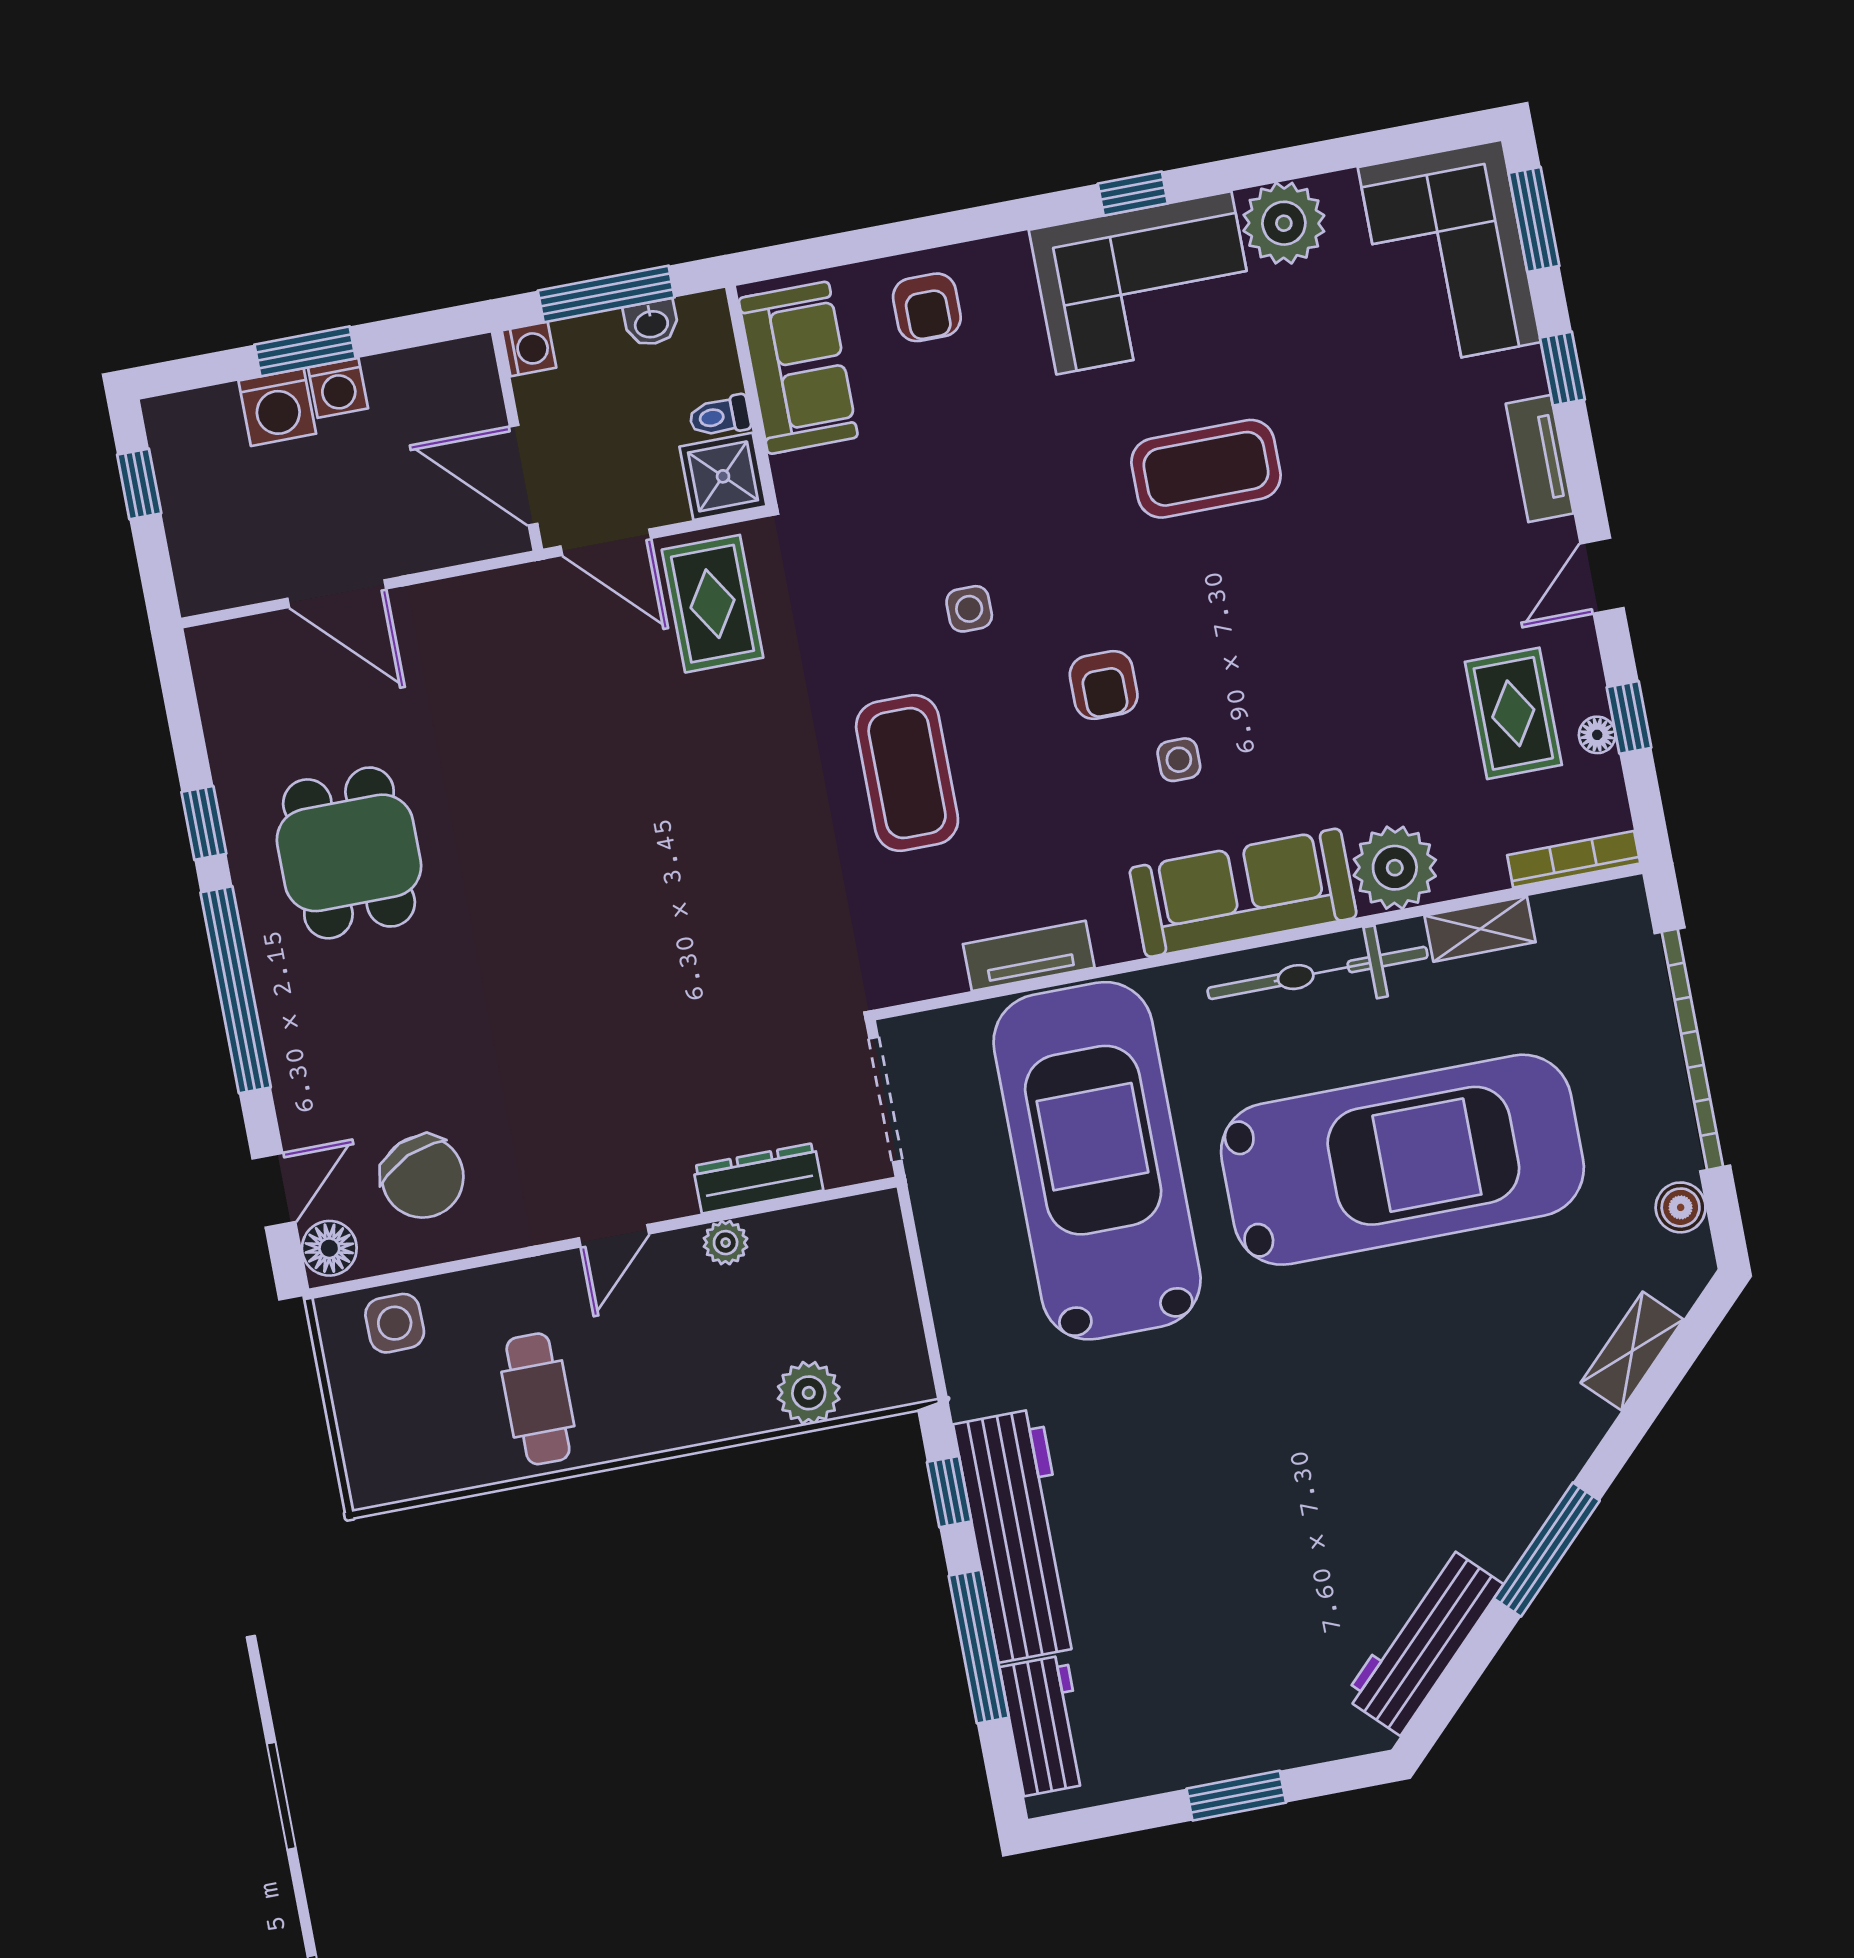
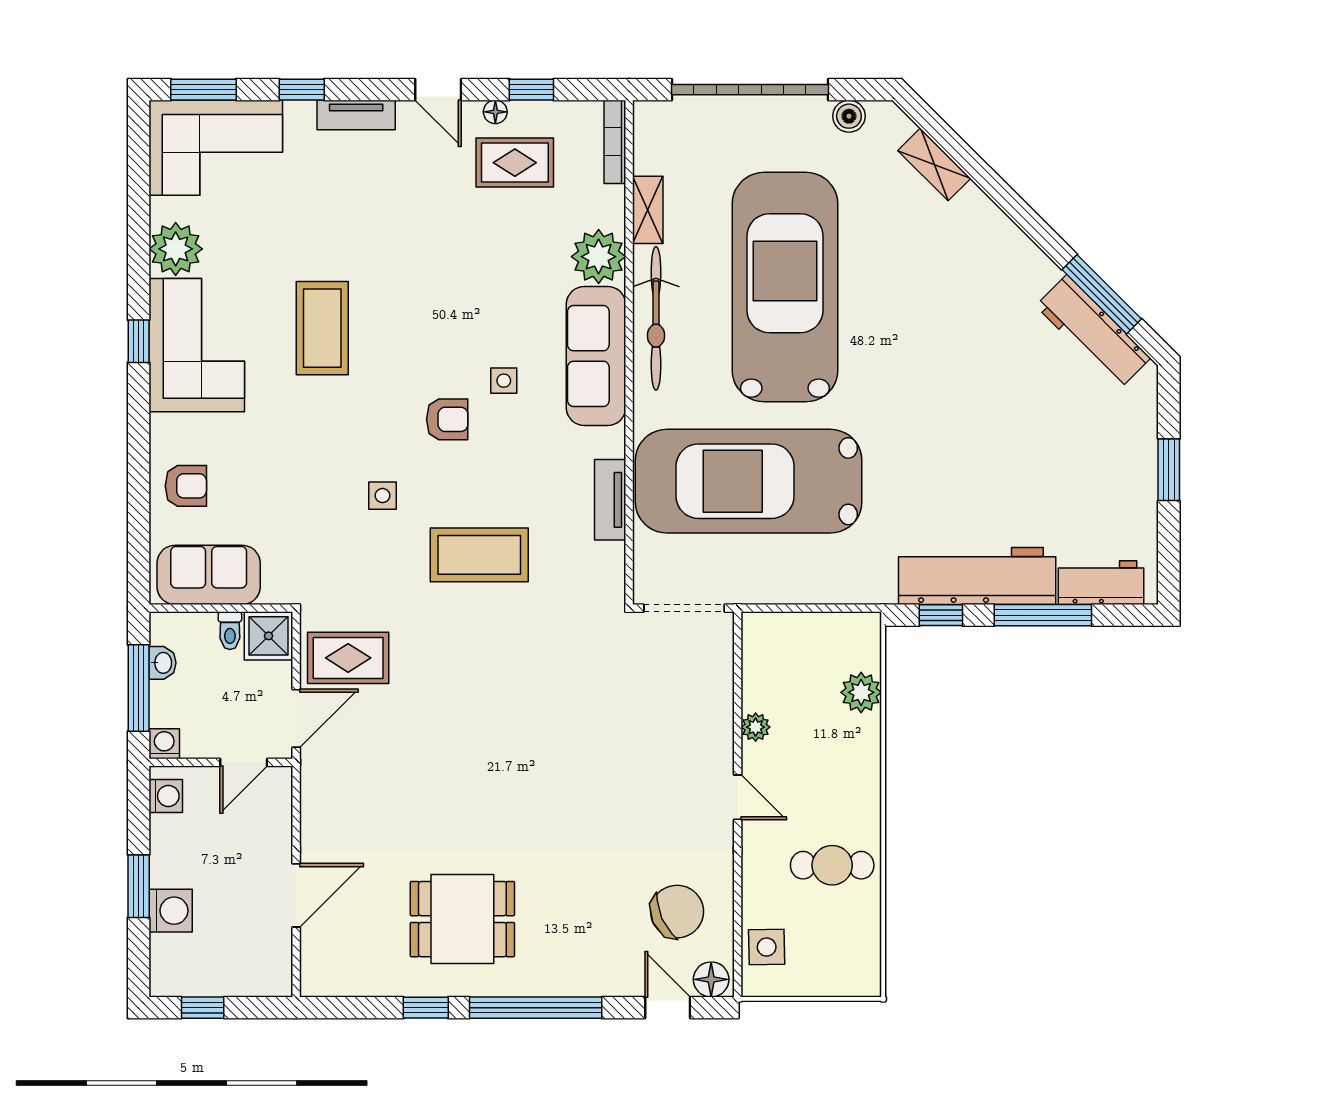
washing machine: (338, 388) -> (166, 796), moved
door: (524, 475) -> (244, 762), width x0.73
floor lamp: (1597, 735) -> (495, 112), moved
dresser: (758, 1178) -> (719, 699), removed
window: (1547, 1550) -> (1102, 294), moved

